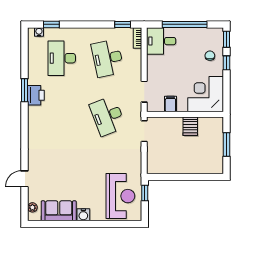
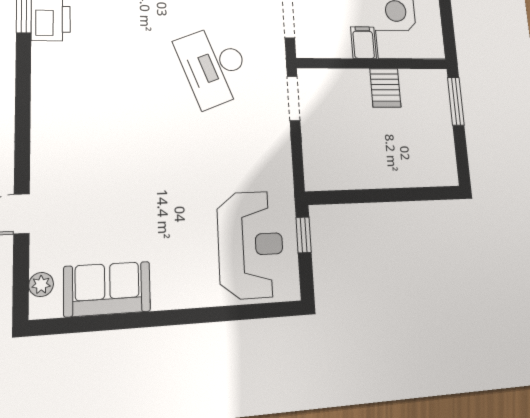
filing cabinet: (170, 104) -> (363, 43), moved
window: (227, 144) -> (456, 101), moved
water cooler: (83, 215) -> (167, 295), removed

